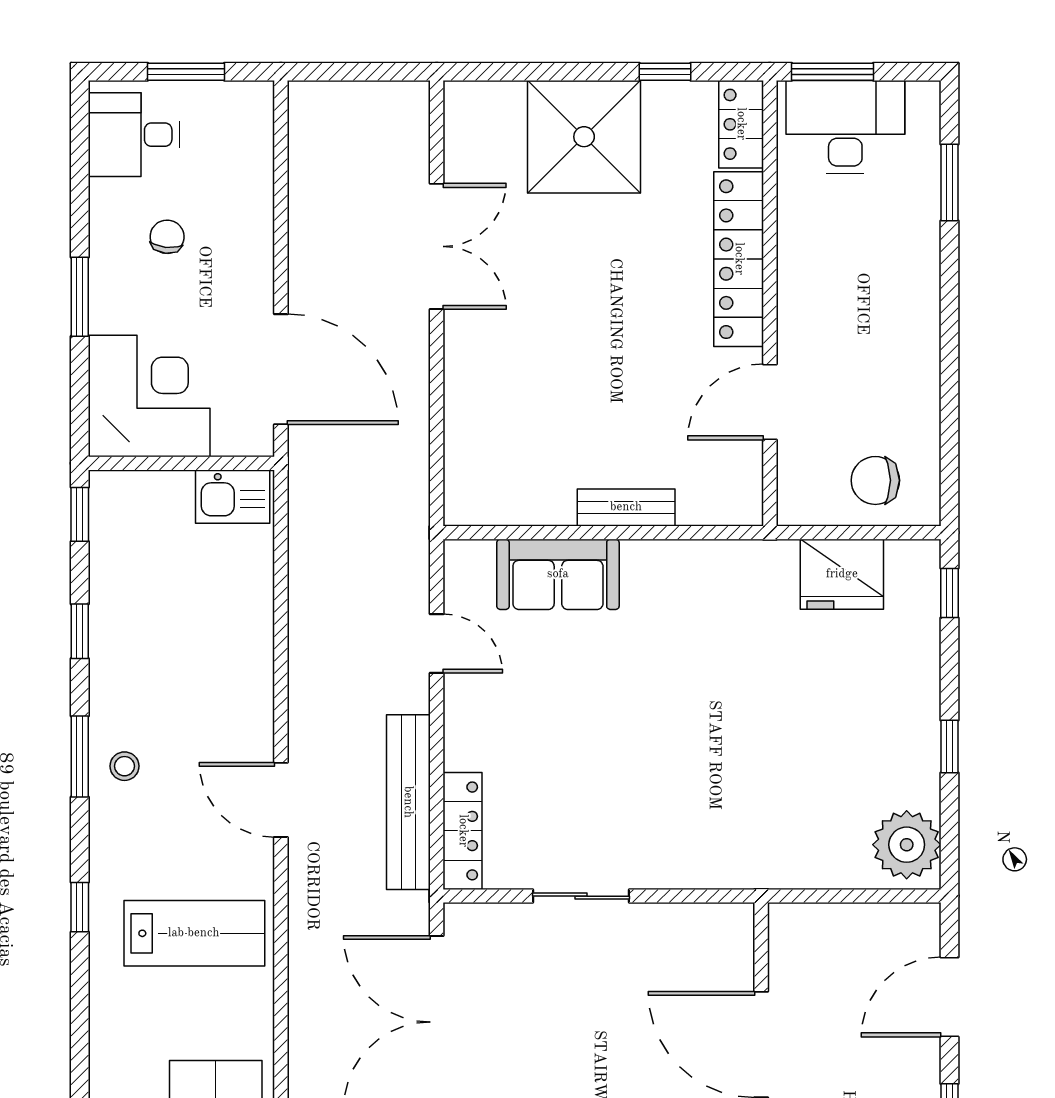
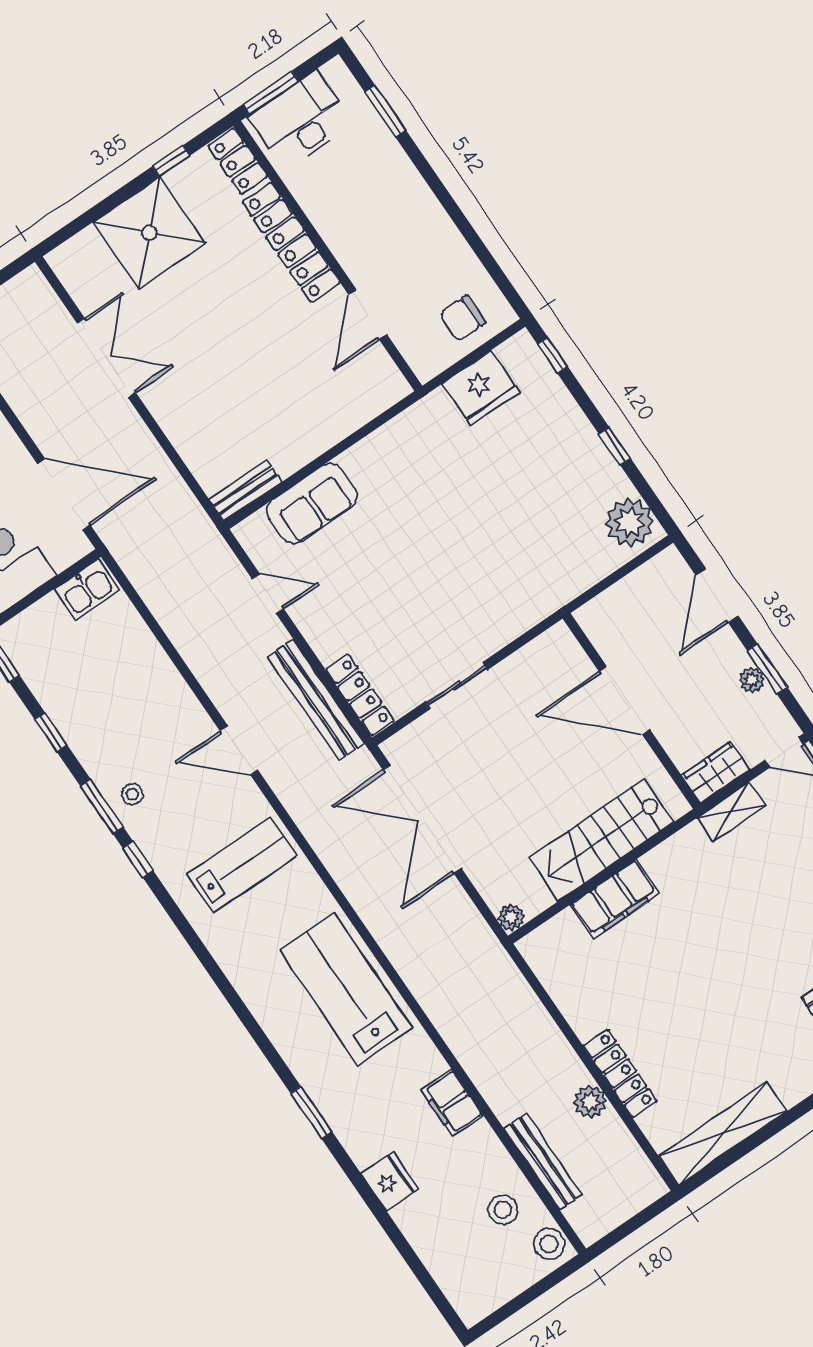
bench: (626, 507) -> (246, 491), moved
window: (80, 907) -> (138, 859), moved

